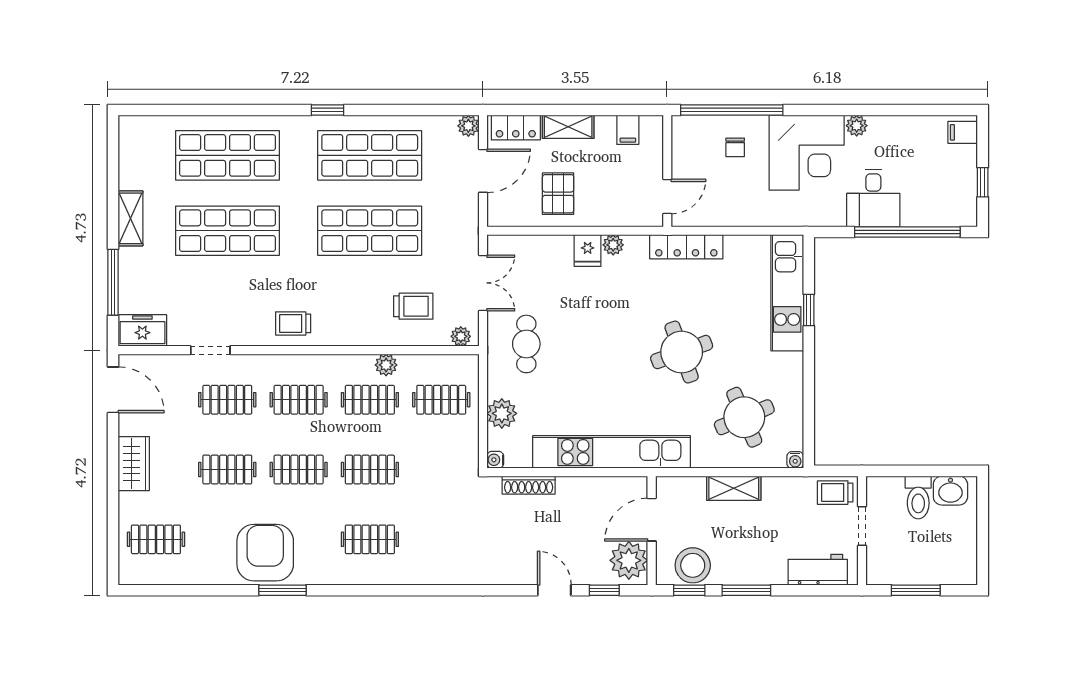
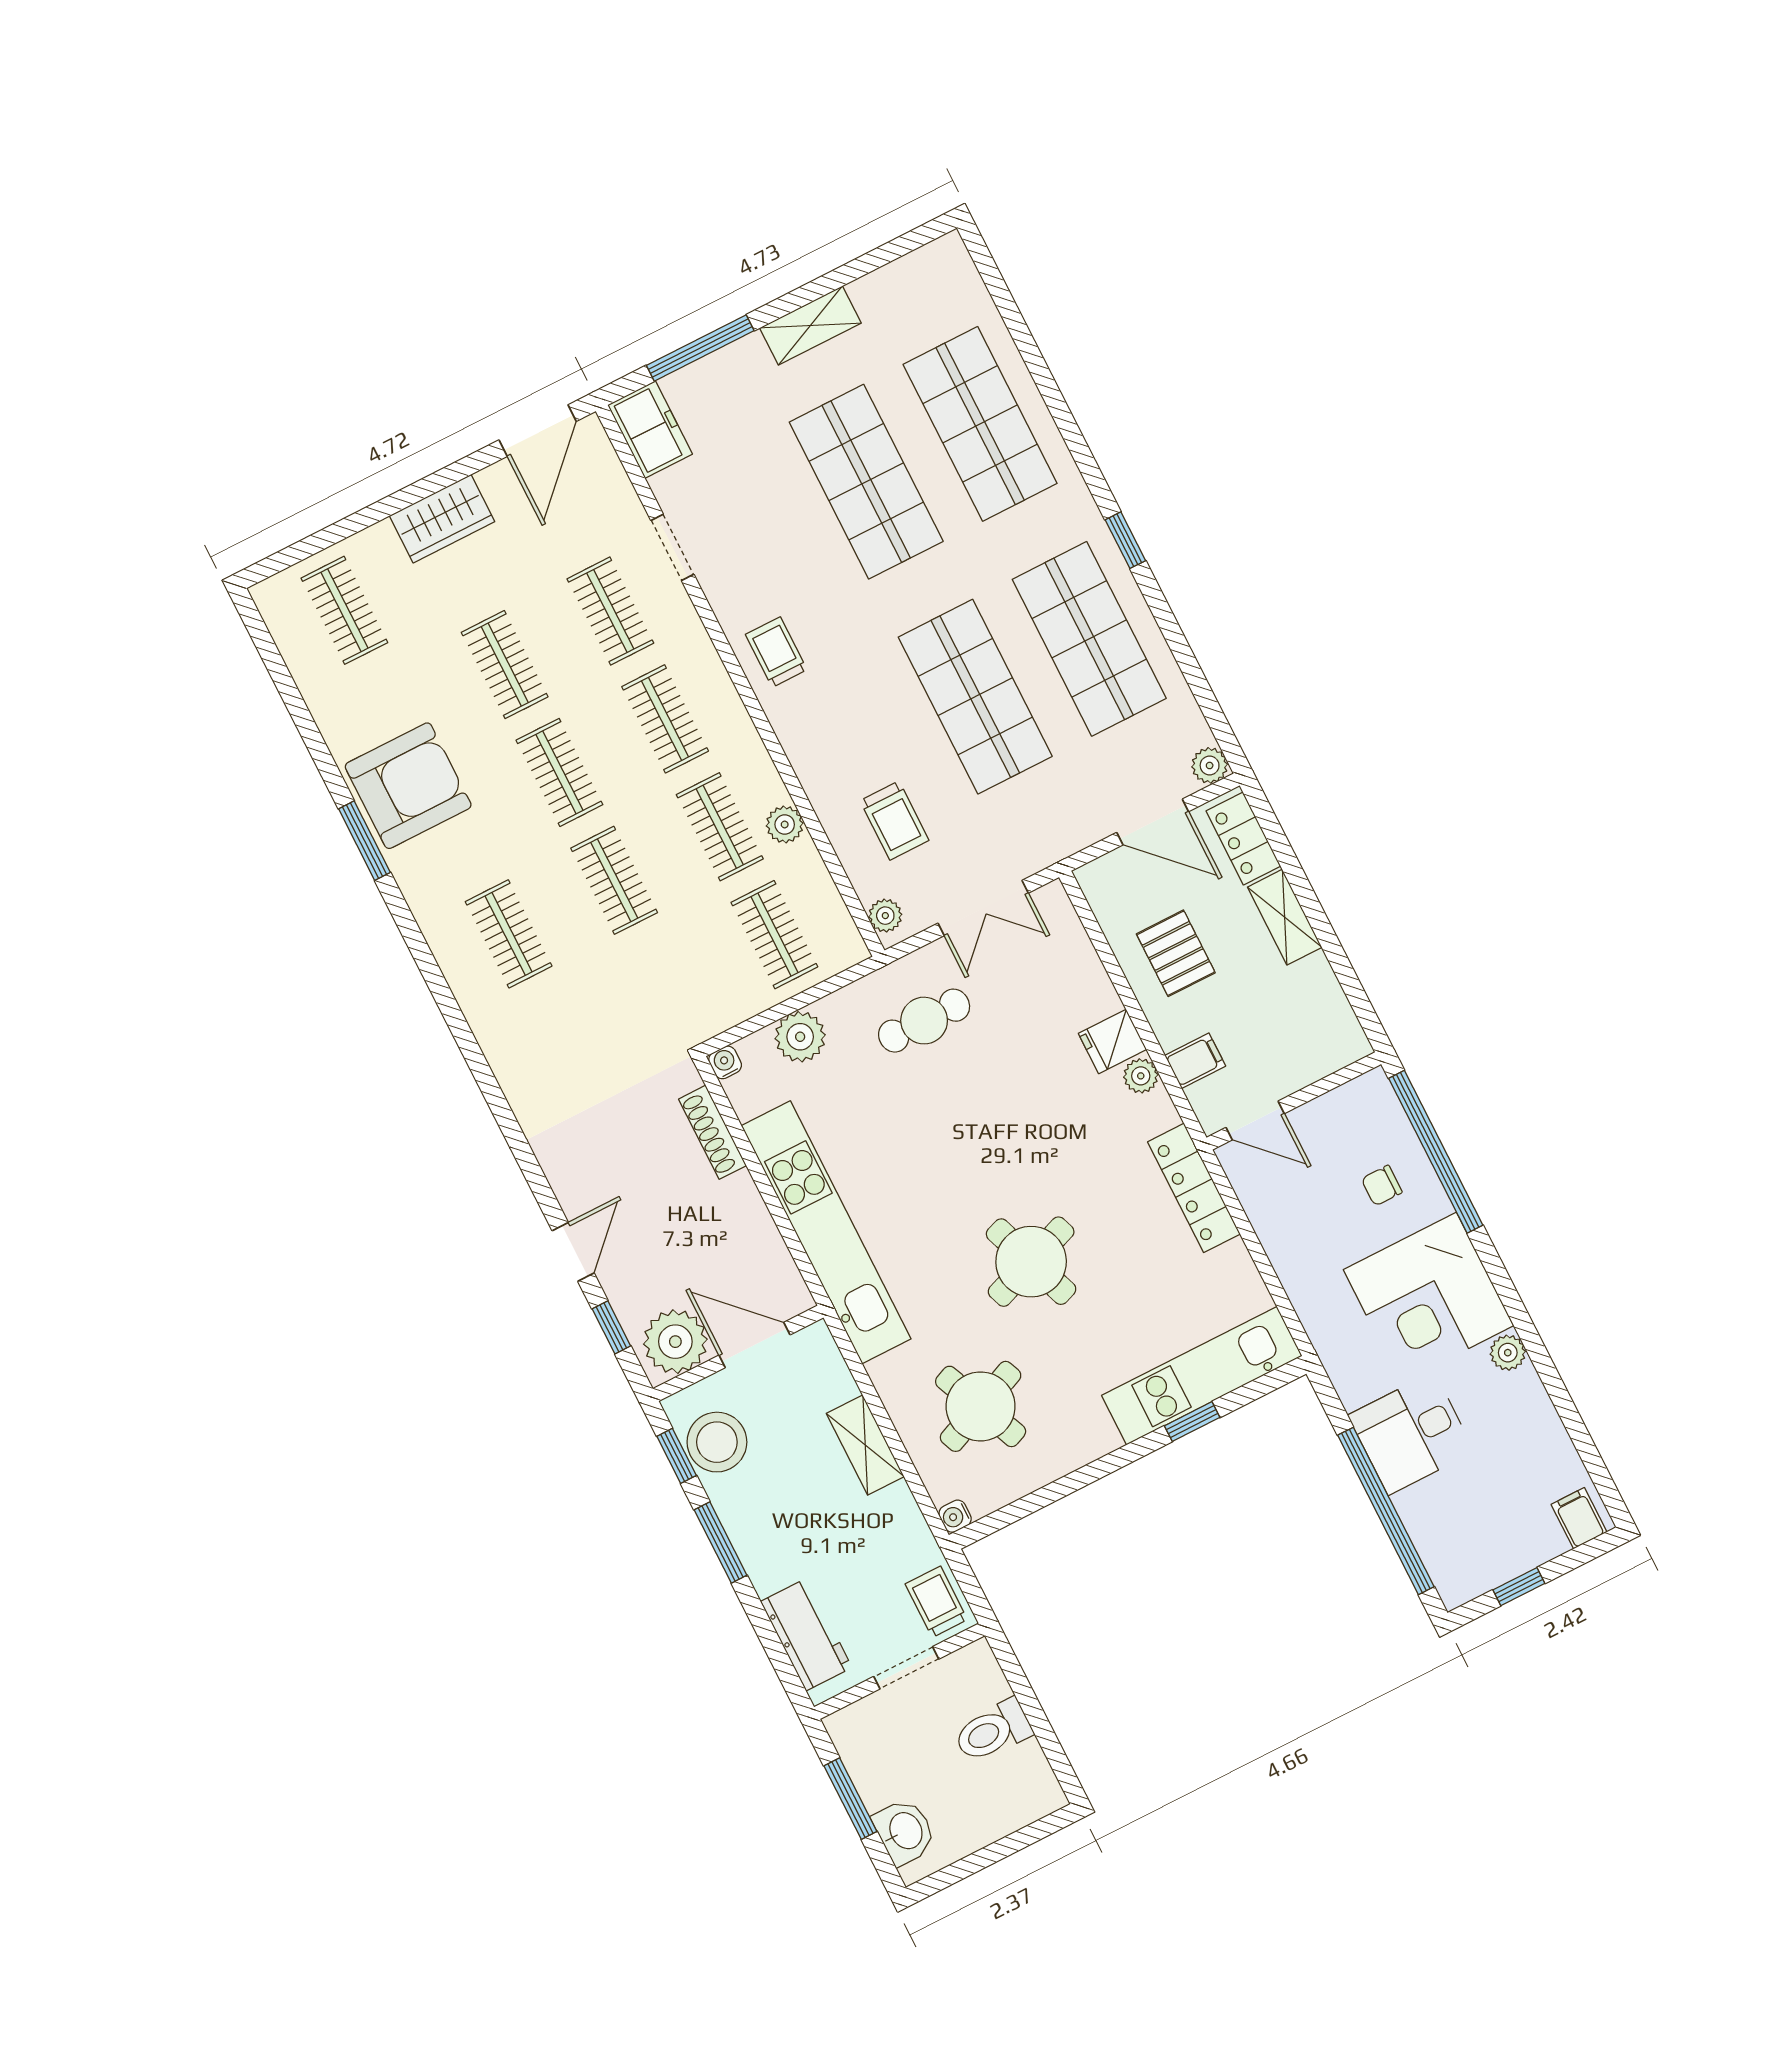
filing cabinet: (628, 130) -> (1195, 1061), moved, turned 180
pallet: (558, 194) -> (1176, 953), turned 90
washbasin: (950, 491) -> (905, 1831), moved, turned 180

